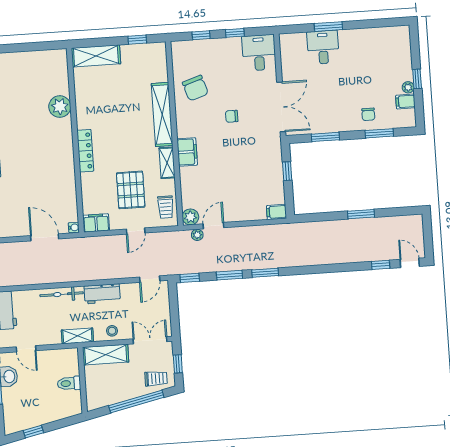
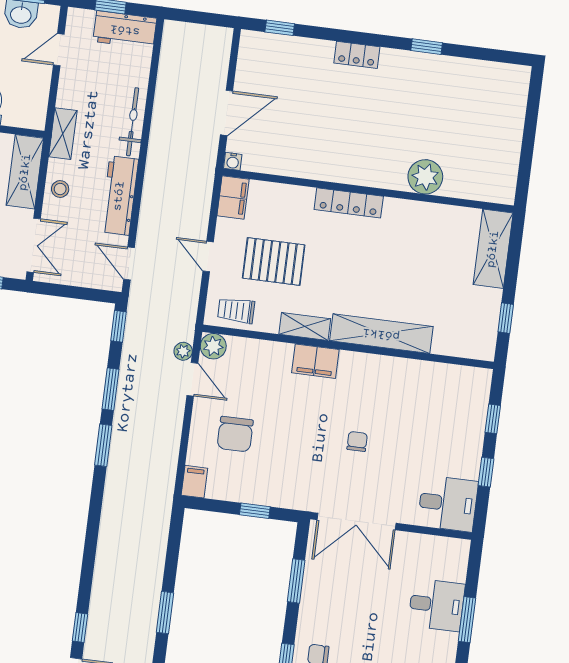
chair: (195, 88) -> (235, 434), moved, turned -72
workbench: (102, 294) -> (119, 196), width x1.38

